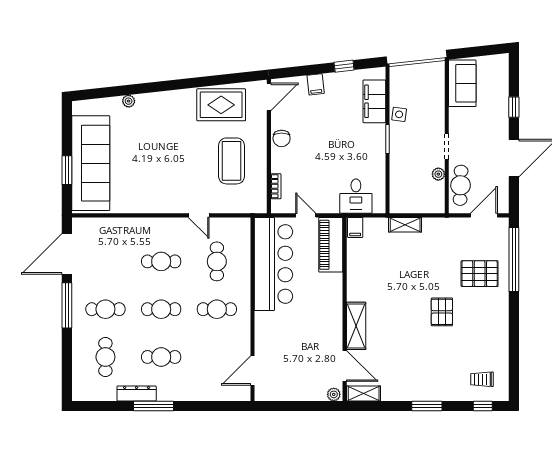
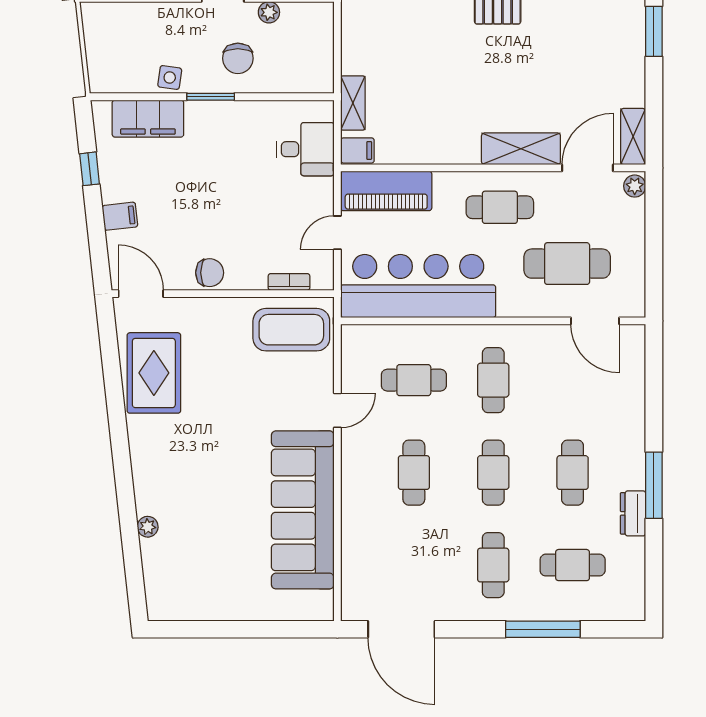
chair: (411, 155) -> (238, 58), added
coffee table: (232, 161) -> (291, 330), moved
sofa: (91, 163) -> (303, 510), moved, turned -90
window: (67, 170) -> (262, 629), removed
shelving: (405, 225) -> (353, 103), moved
window: (67, 305) -> (543, 629), moved
cafe table: (321, 313) -> (500, 207), added
cafe table: (287, 354) -> (567, 264), added
dresser: (137, 393) -> (633, 513), width x0.70

